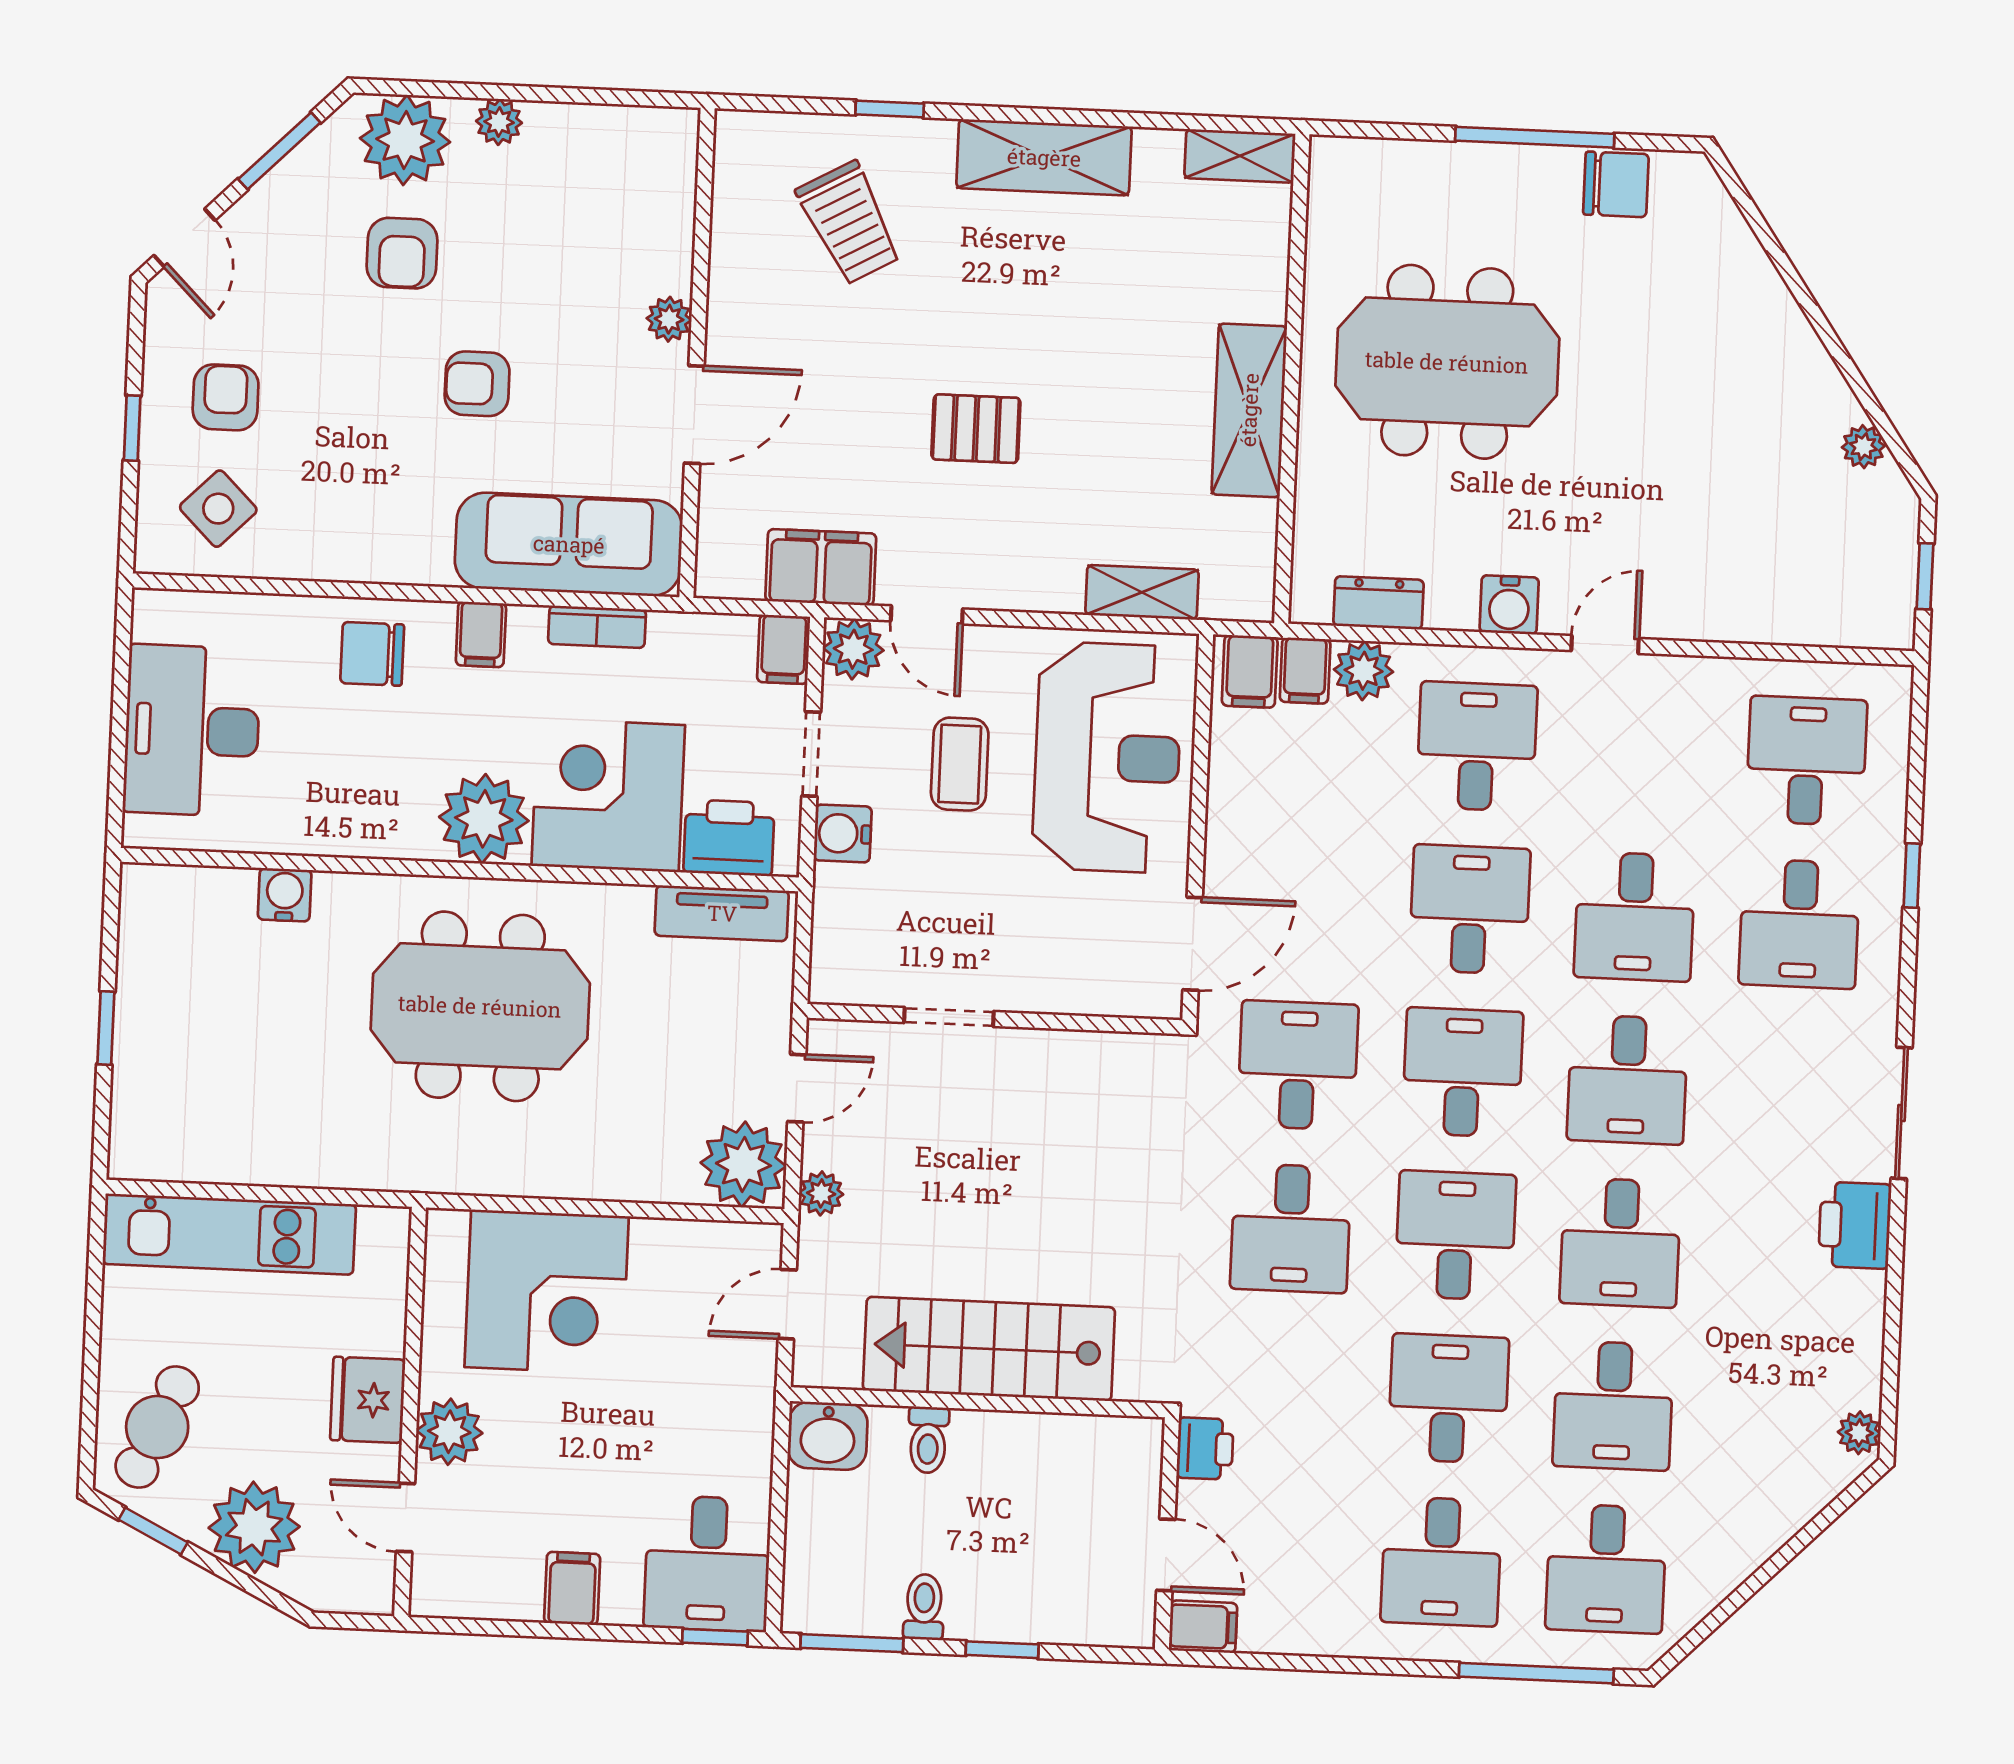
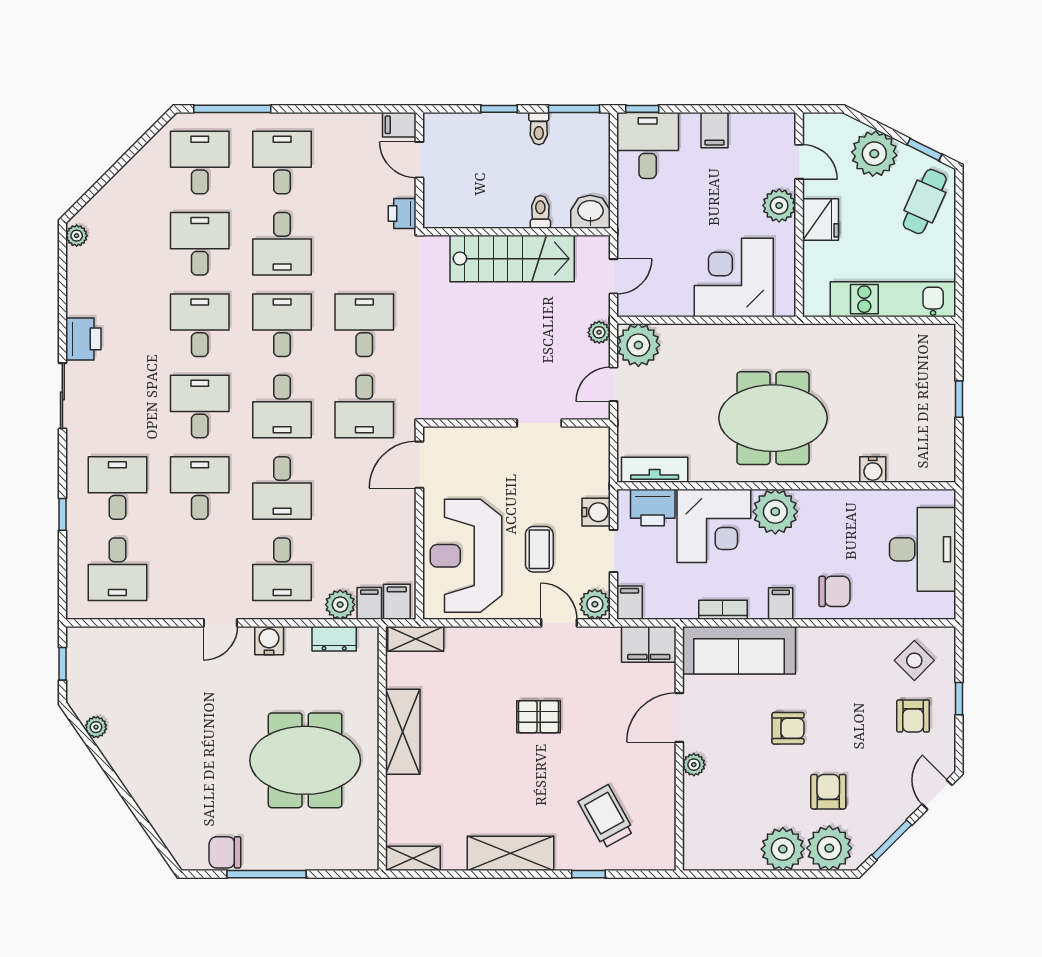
plant: (499, 122) -> (783, 849), width x1.88, depth x1.88
filing cabinet: (821, 567) -> (649, 644), moved
shelving: (1142, 592) -> (416, 639), moved
desk: (1455, 1235) -> (282, 325), turned 180

